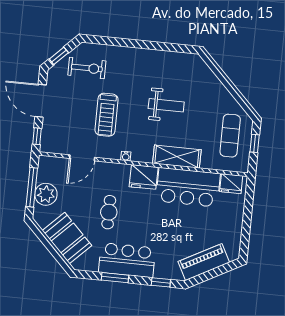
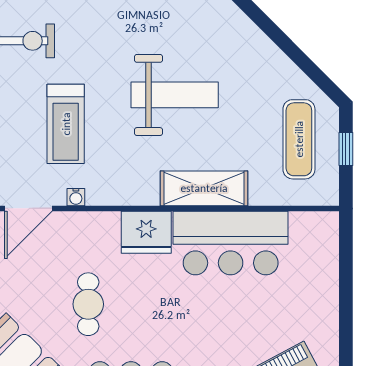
weight bench: (166, 105) -> (175, 95), width x1.36, depth x1.33
water cooler: (126, 156) -> (76, 197), moved
fridge: (231, 184) -> (310, 228), removed

